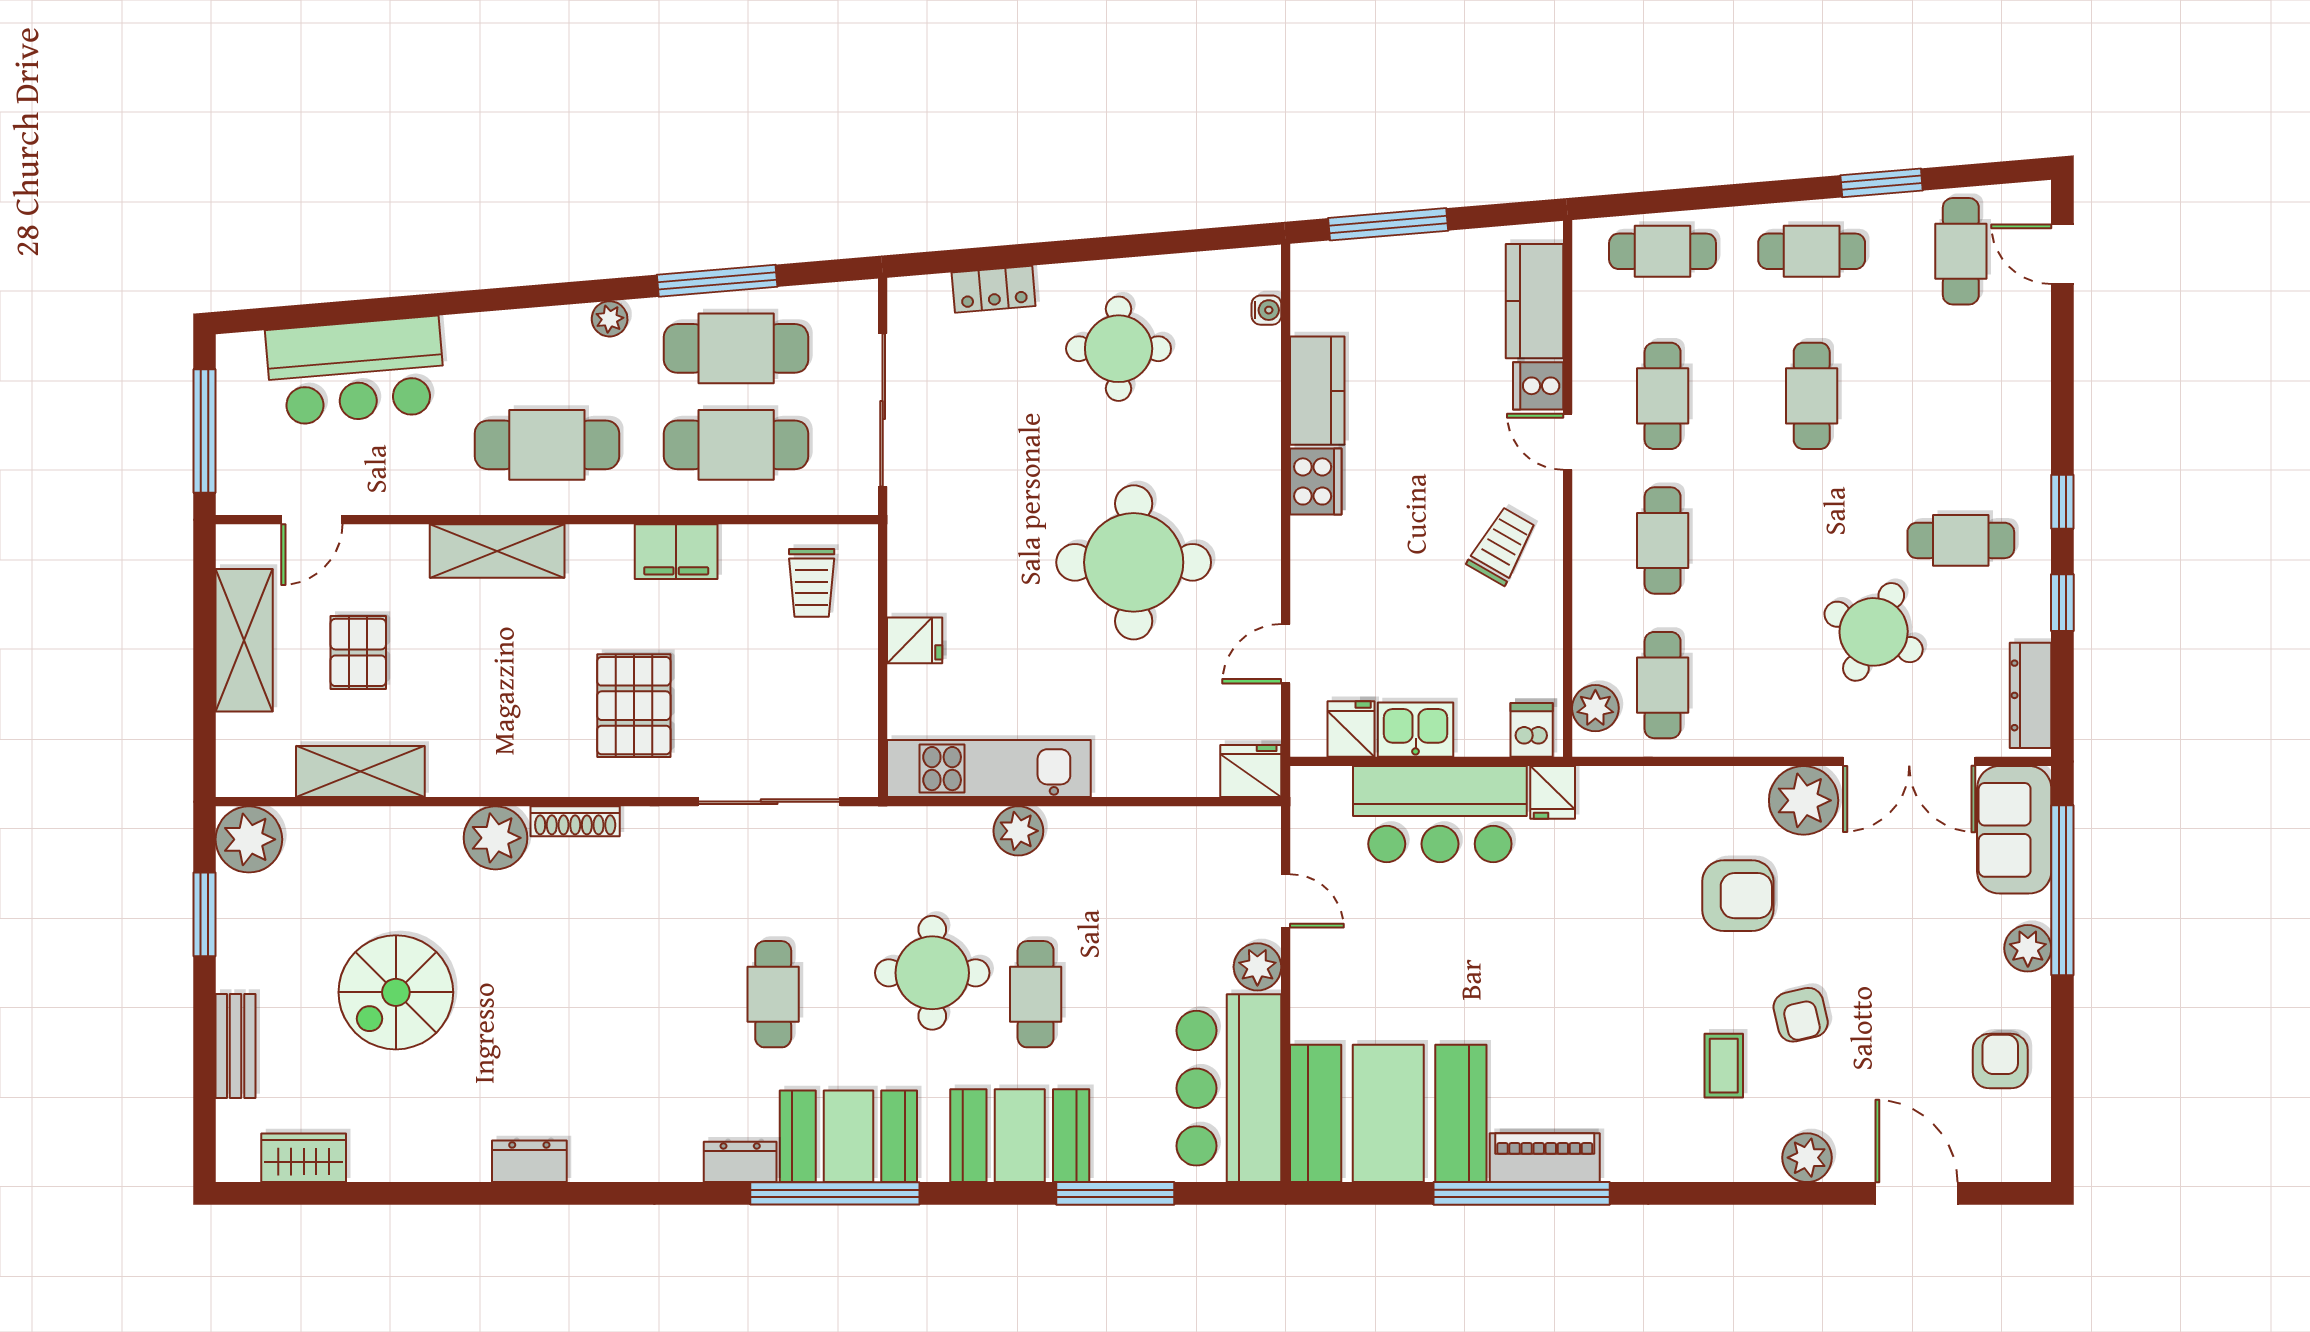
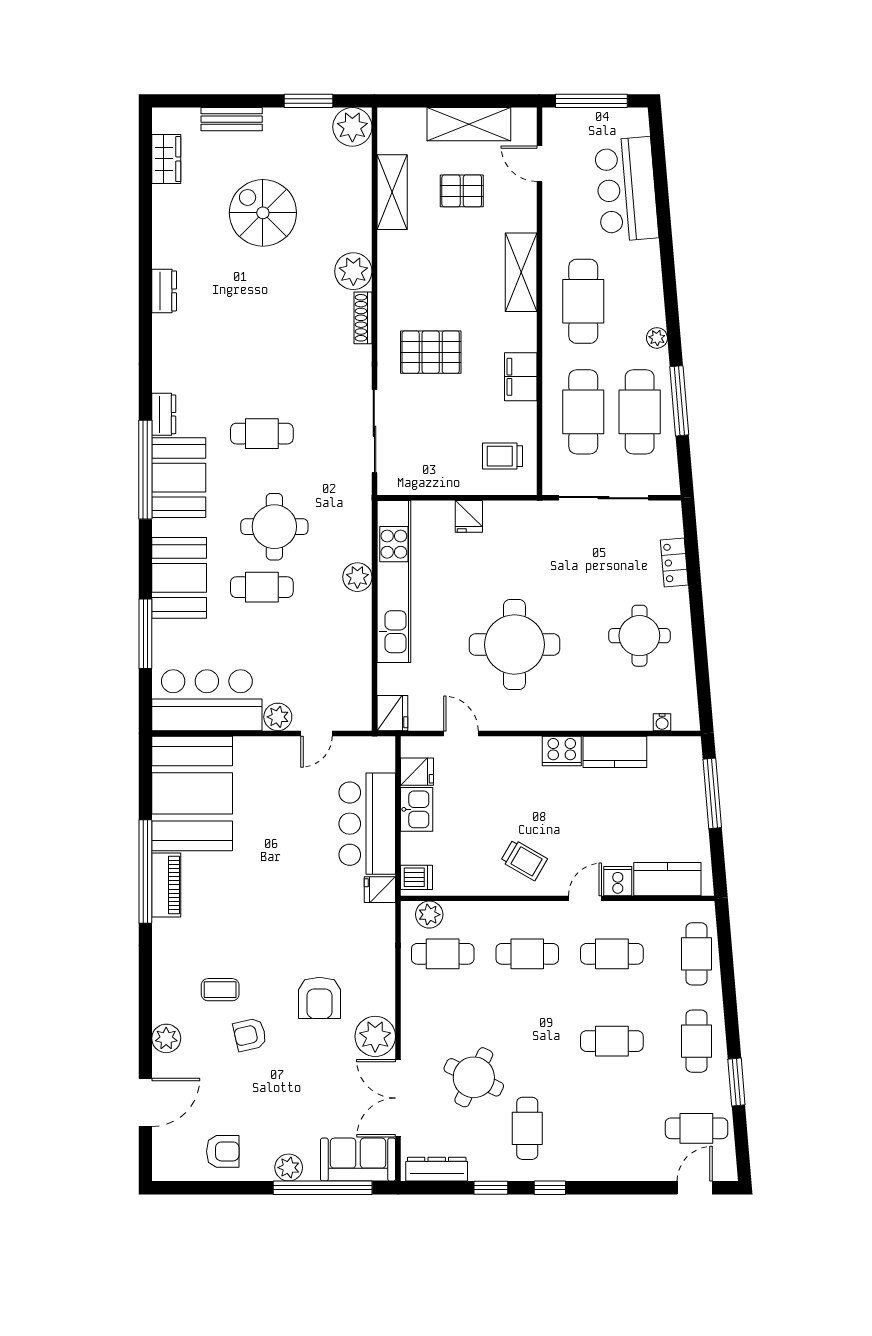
kitchen unit: (989, 769) -> (394, 581), width x1.36

